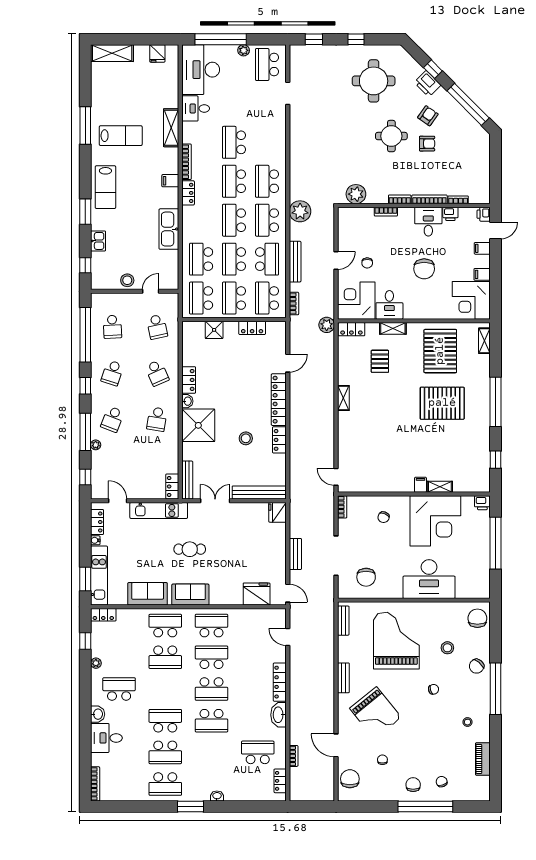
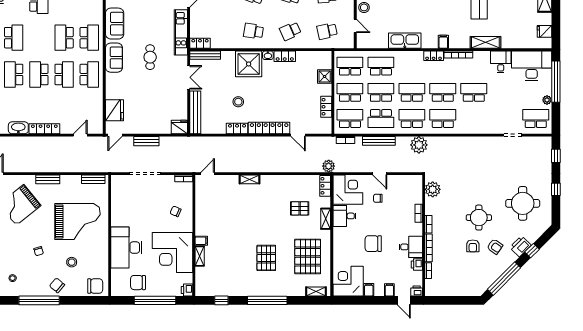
pallet: (440, 351) -> (308, 256), turned 90
shelving: (343, 398) -> (250, 179), moved
pallet: (442, 403) -> (266, 258), width x0.73, depth x0.71
chair: (366, 577) -> (138, 283), moved

